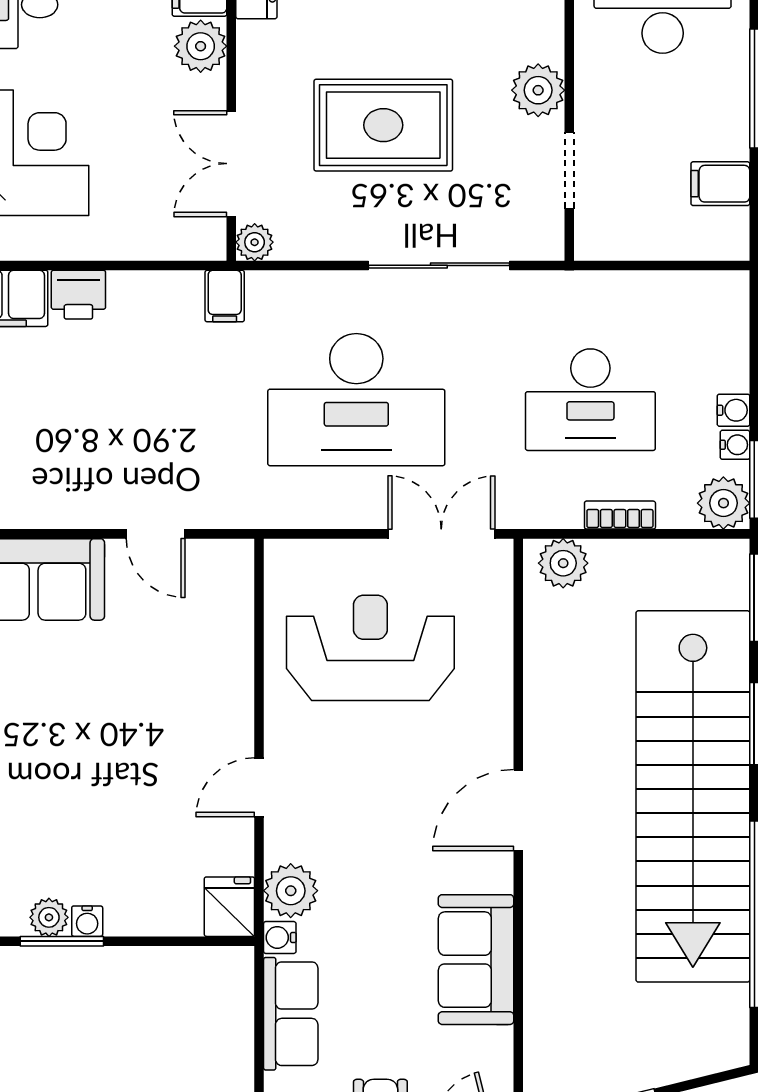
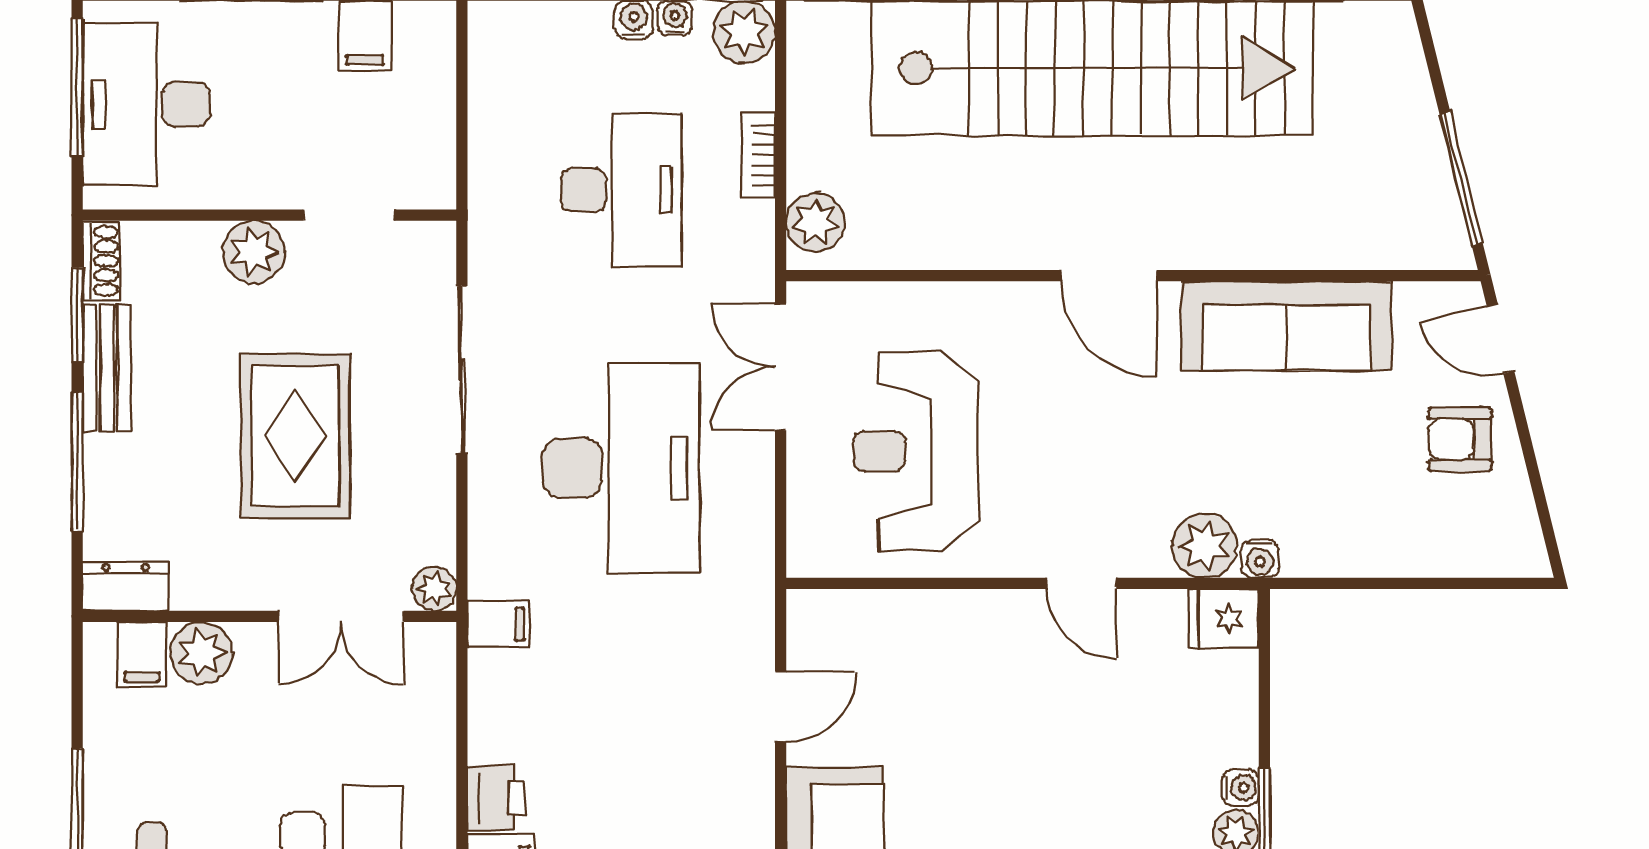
sofa: (476, 960) -> (1286, 326), width x1.36
row of seats: (291, 1014) -> (1351, 546), removed

